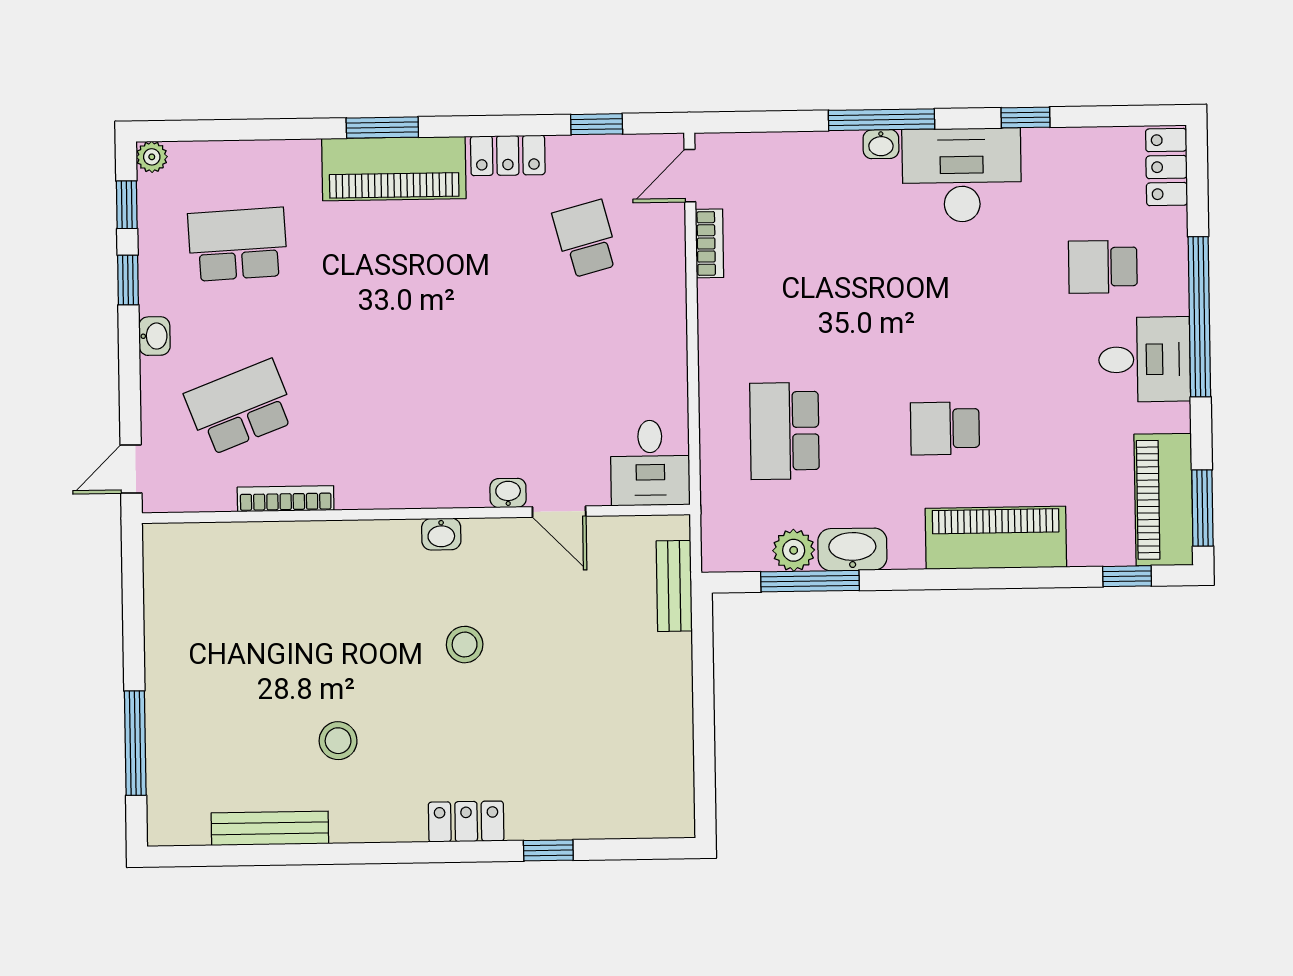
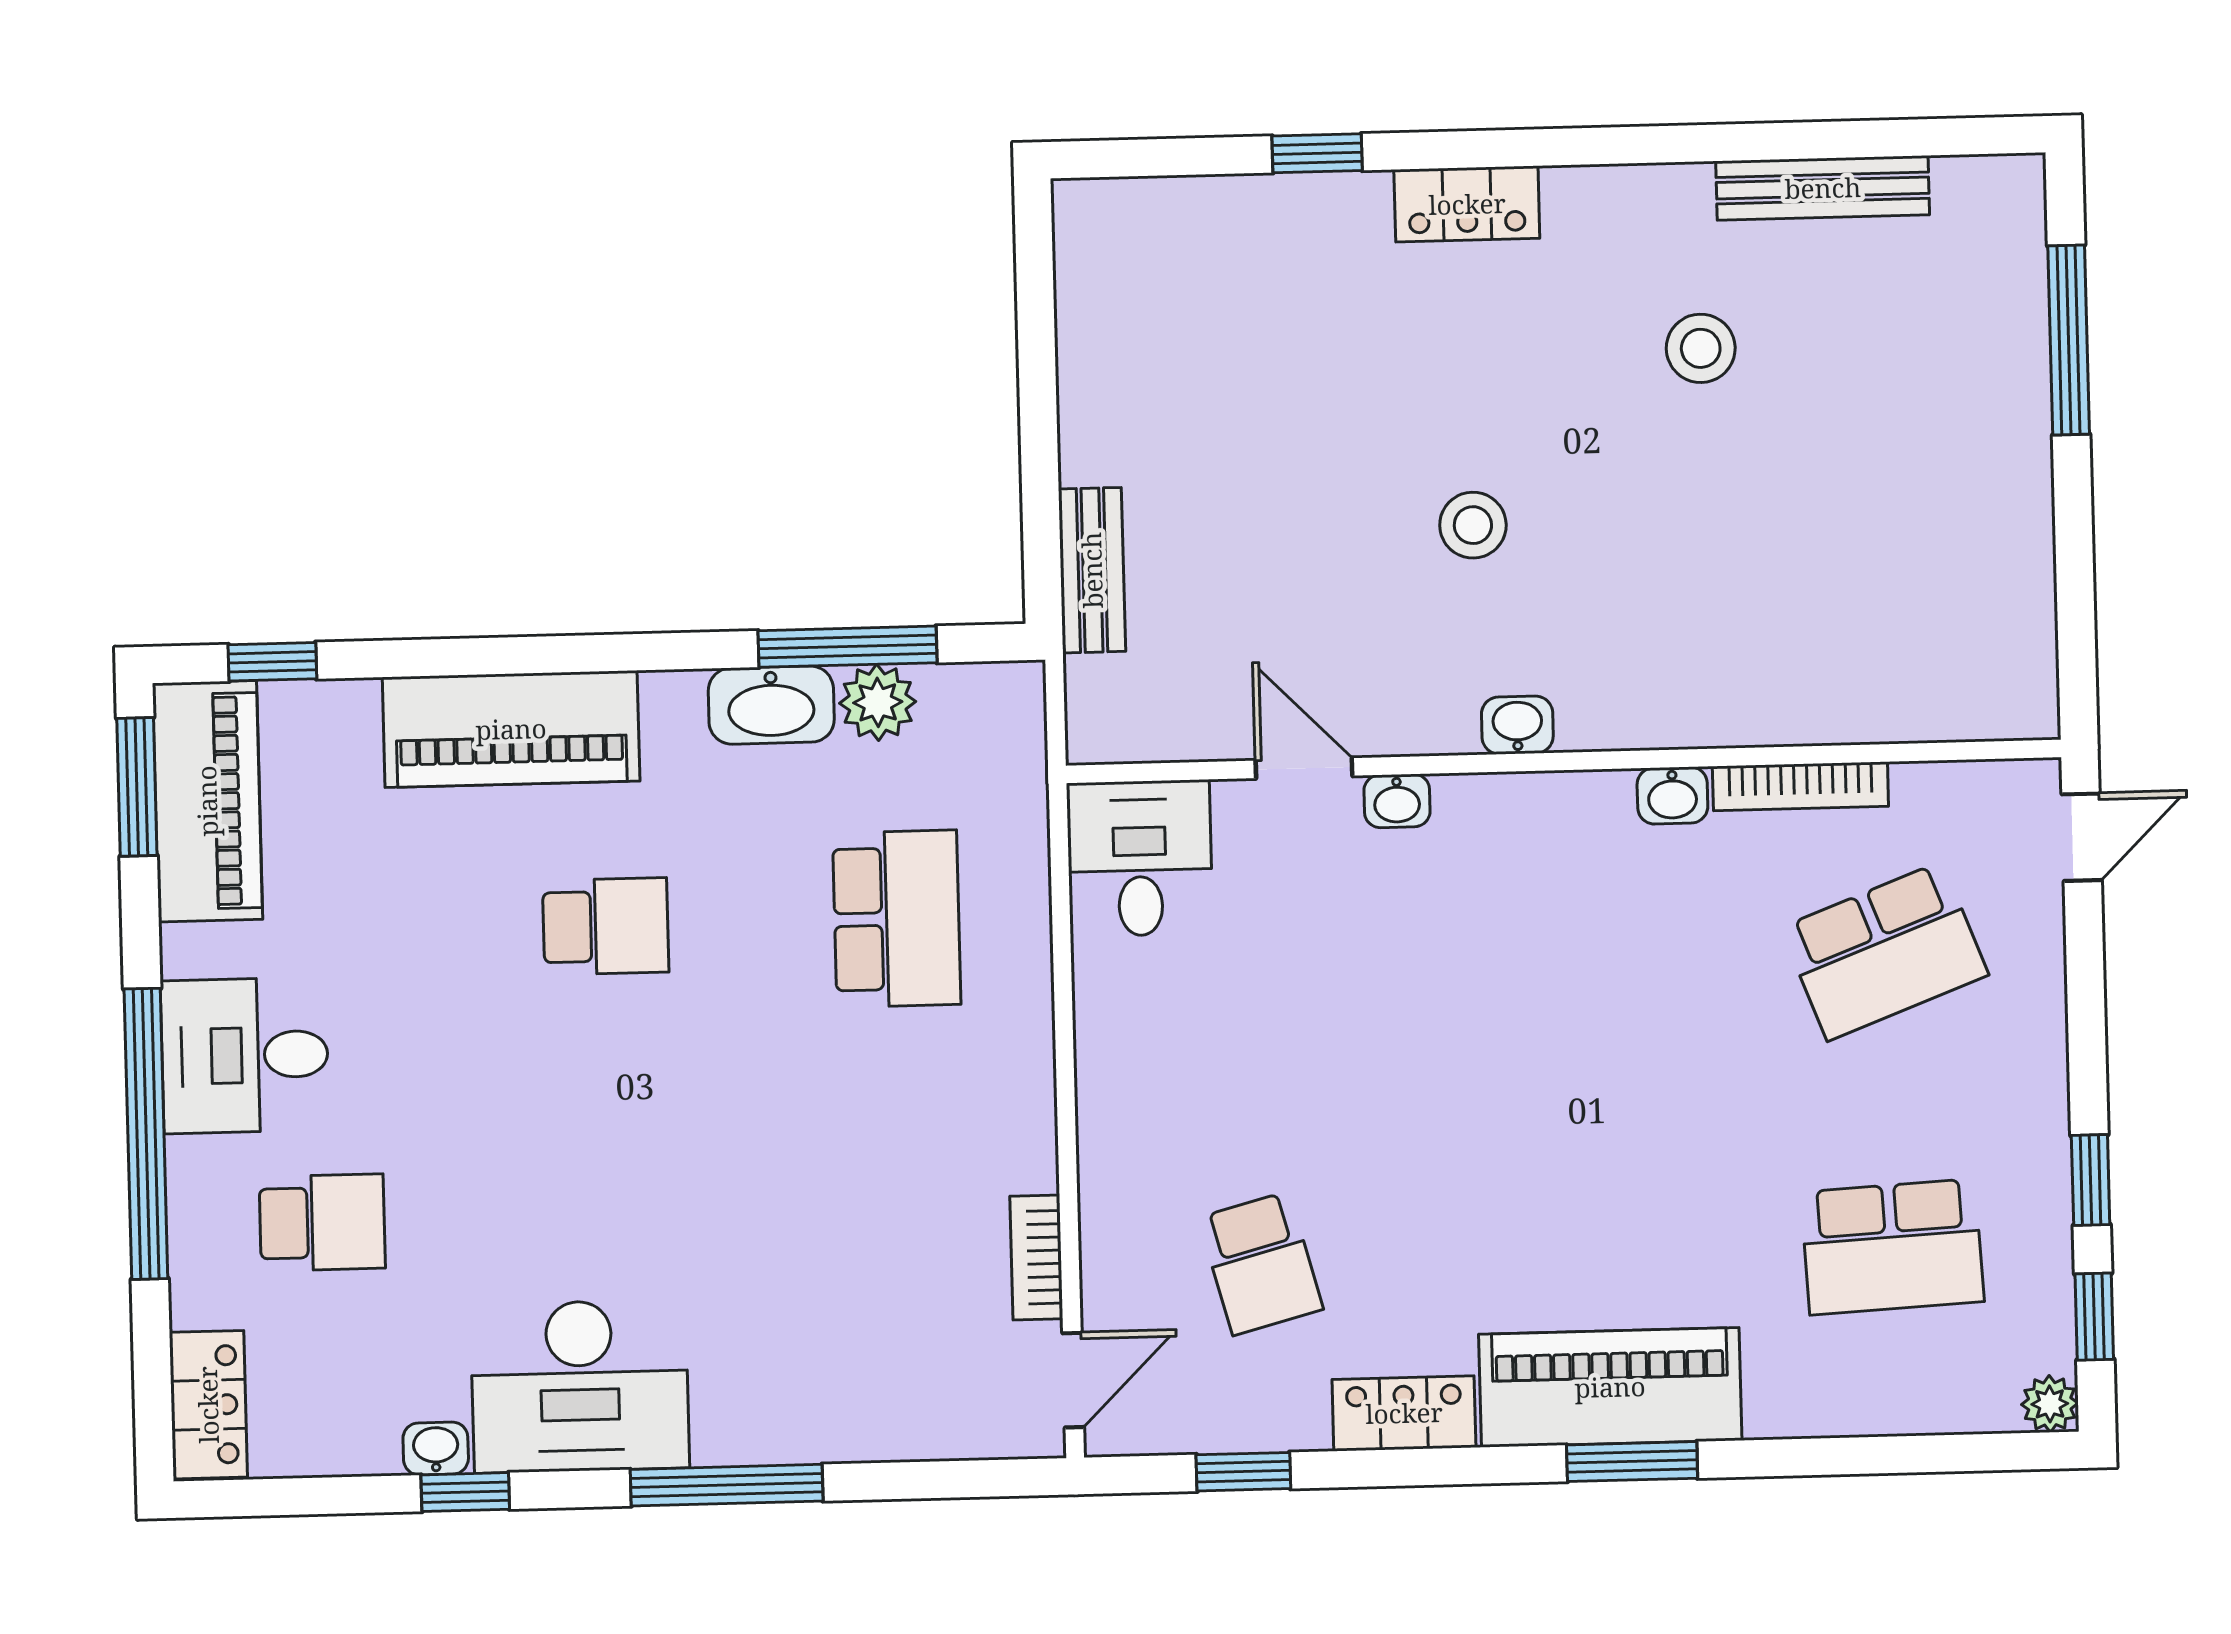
washbasin: (881, 144) -> (436, 1448), moved
washbasin: (154, 336) -> (1672, 795), moved, turned -90
bench: (674, 586) -> (1092, 570), moved

